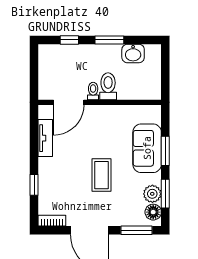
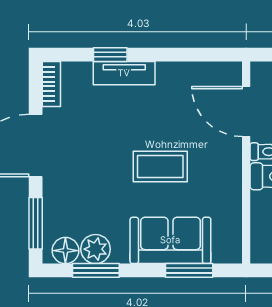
tv unit: (45, 138) -> (124, 73), moved
window: (165, 151) -> (189, 270), moved
coffee table: (101, 175) -> (160, 166), moved

